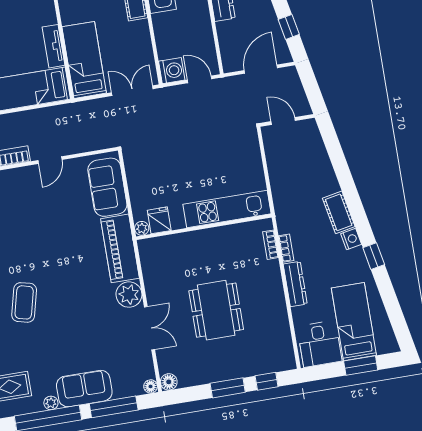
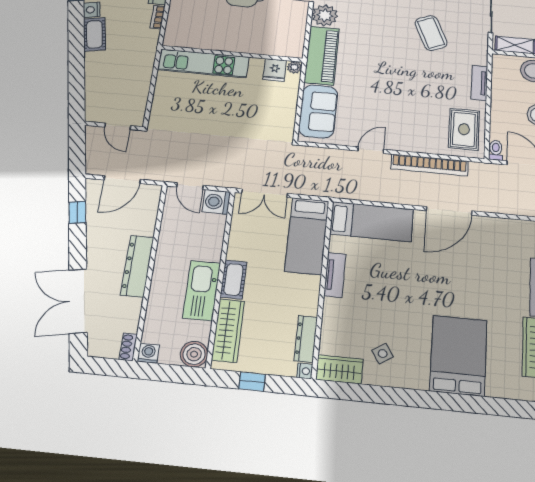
tv unit: (53, 46) -> (335, 275), moved
bookcase: (271, 245) -> (172, 24), removed
coffee table: (24, 302) -> (431, 33), turned -37

